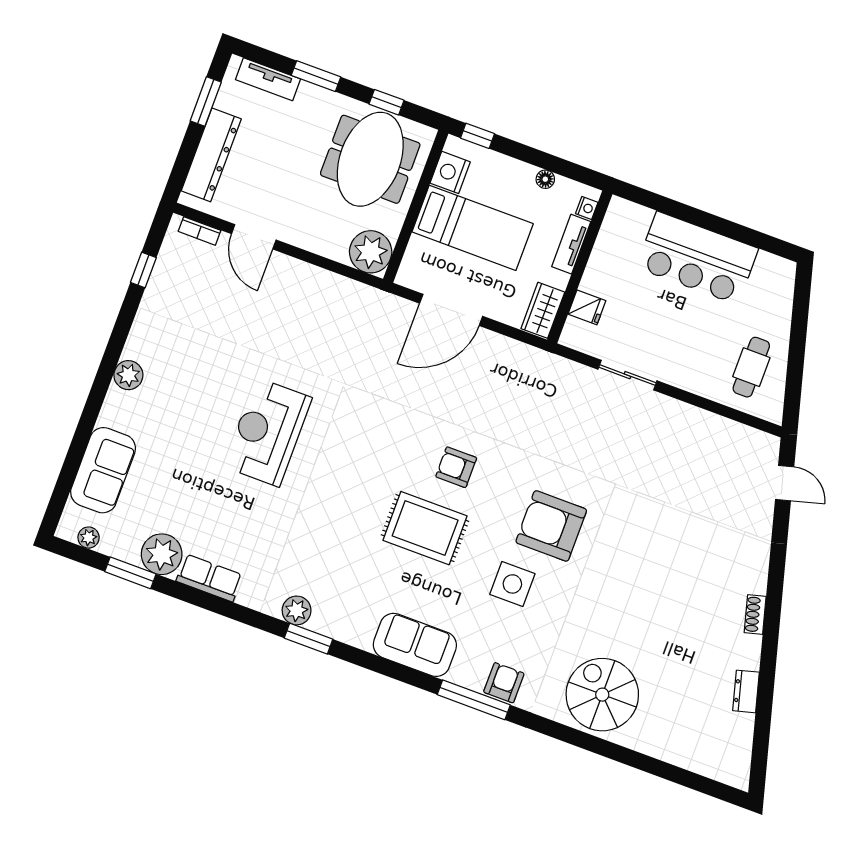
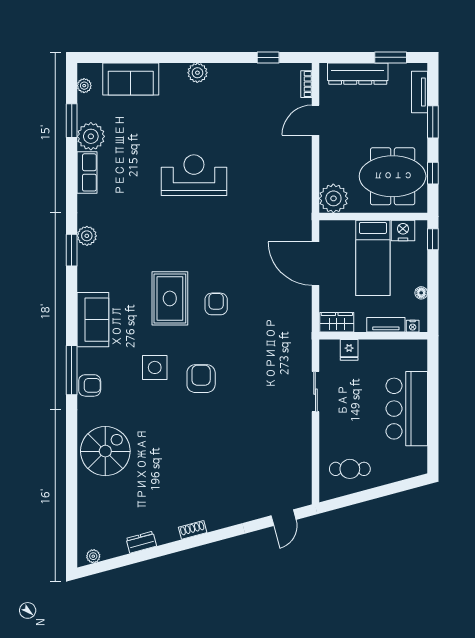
armchair: (551, 526) -> (201, 379), width x0.73, depth x0.73
plant: (741, 765) -> (93, 556), added

